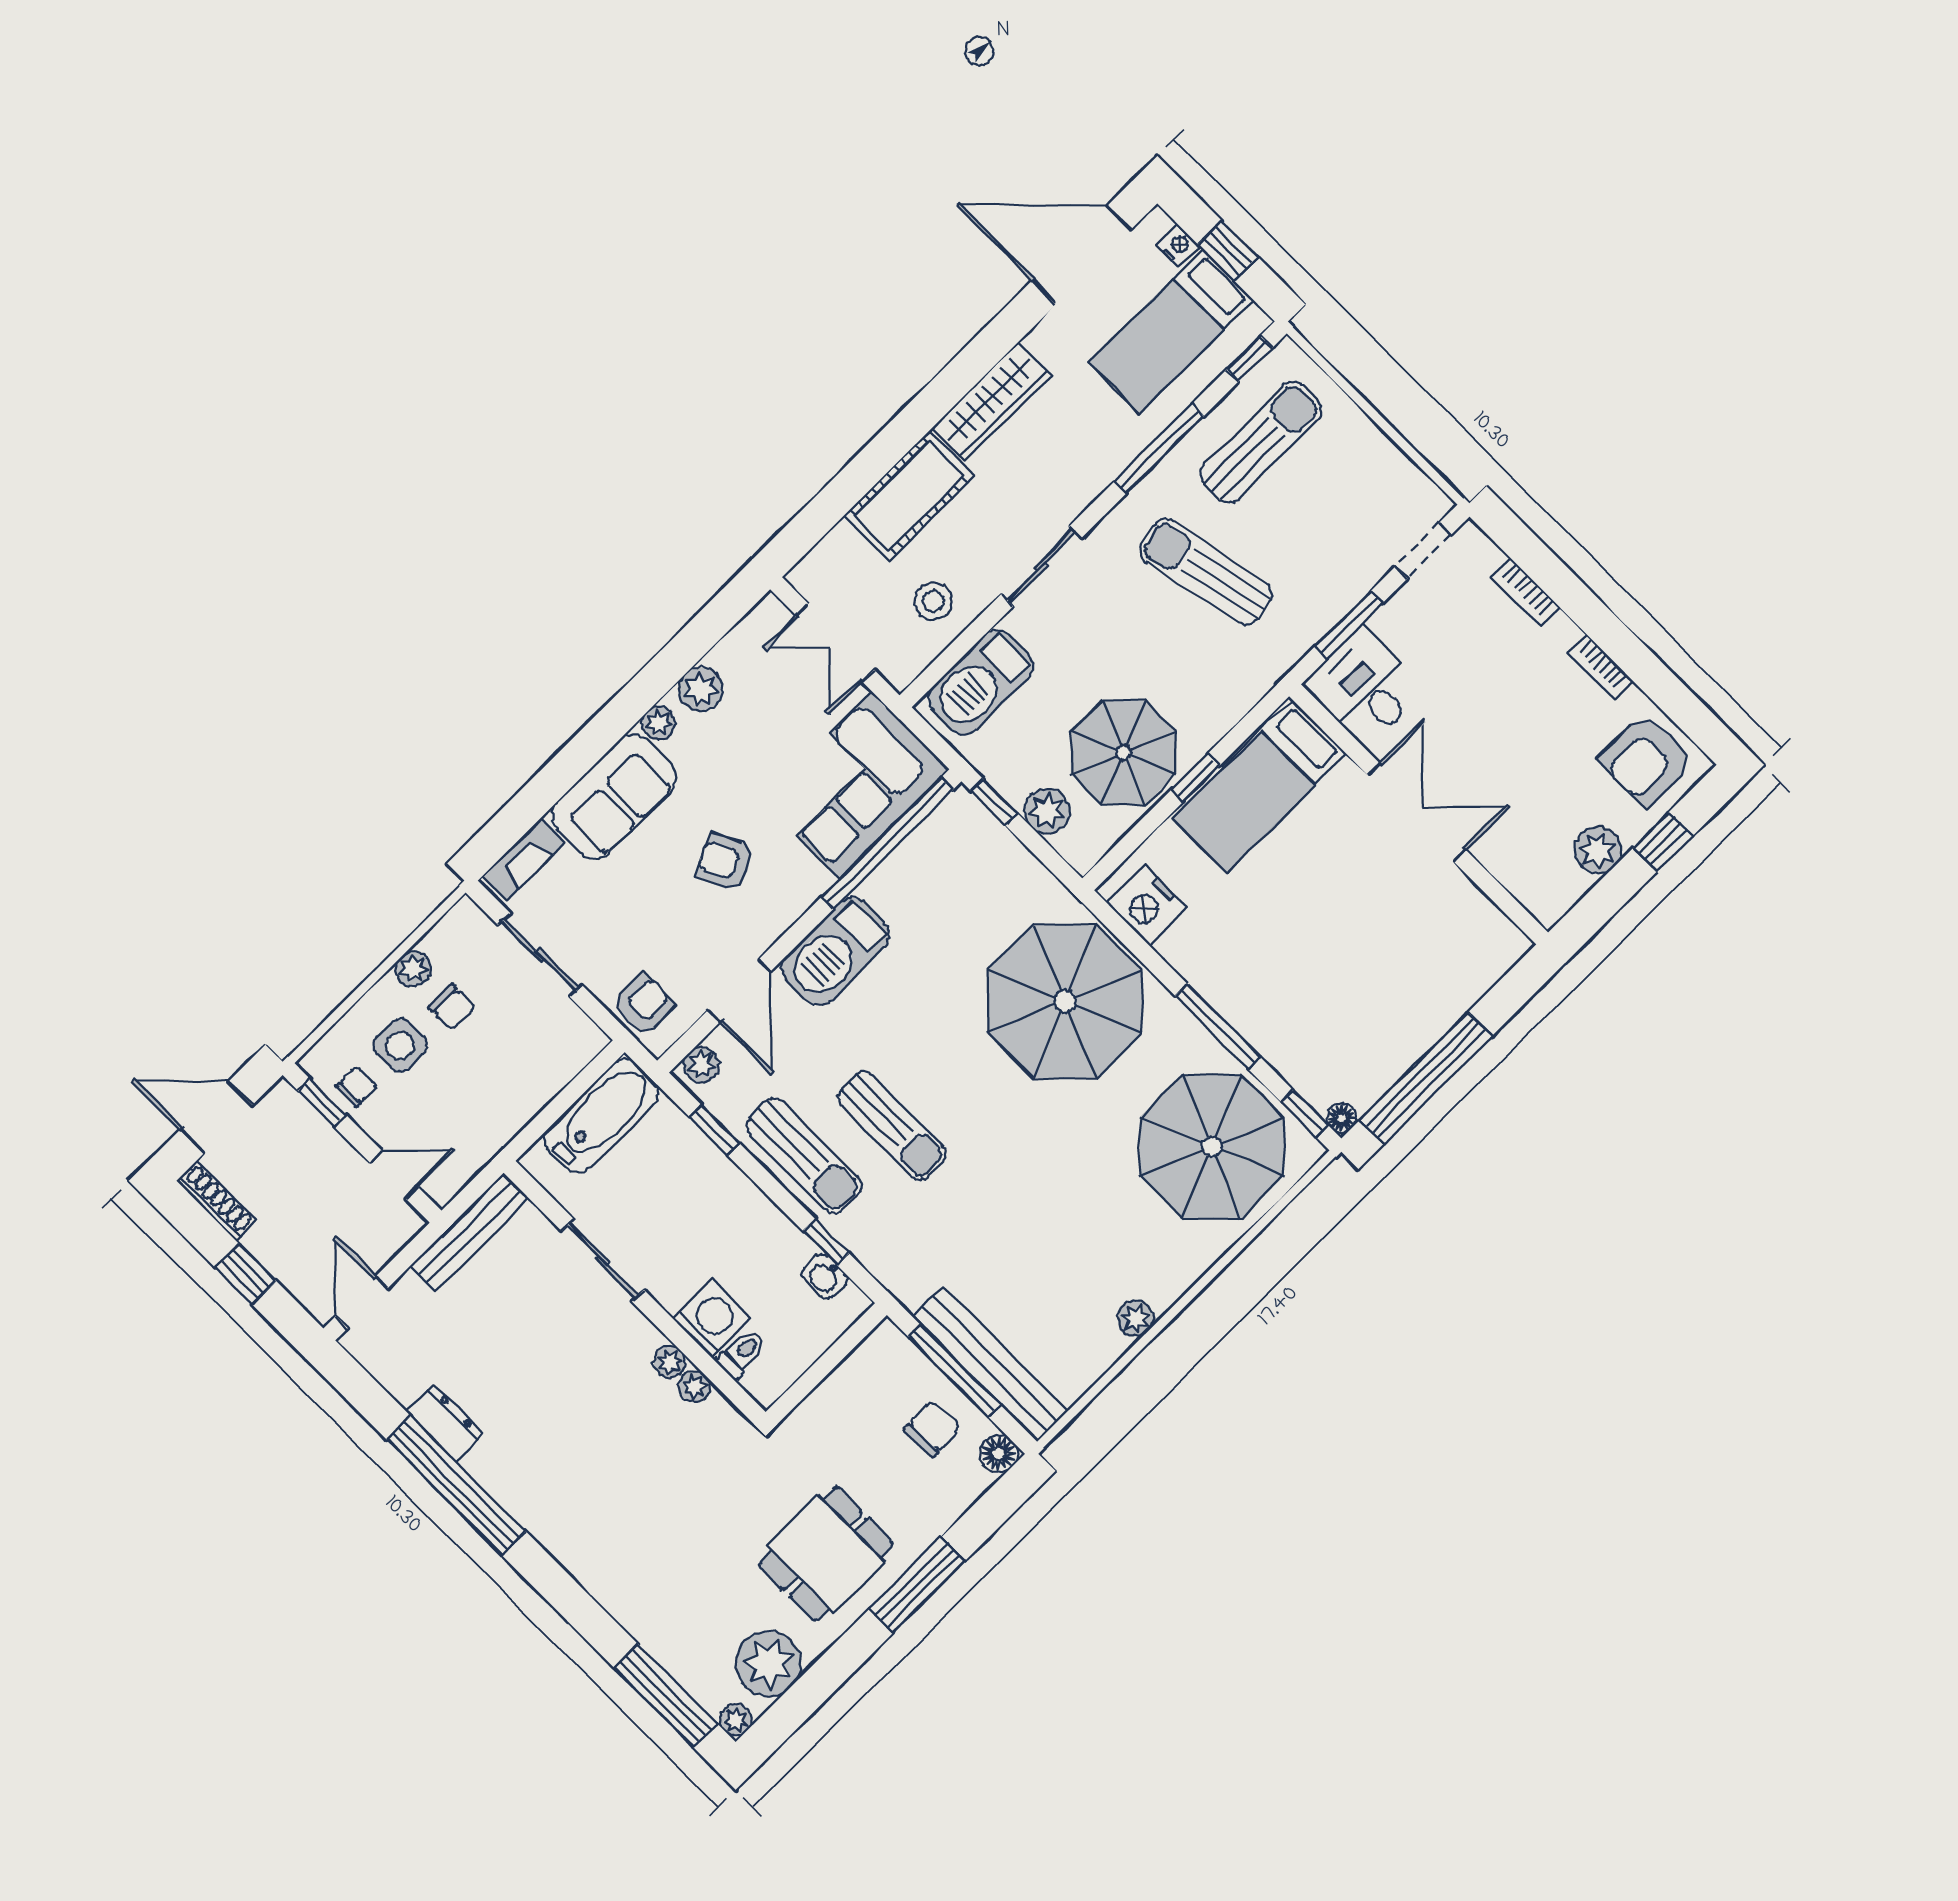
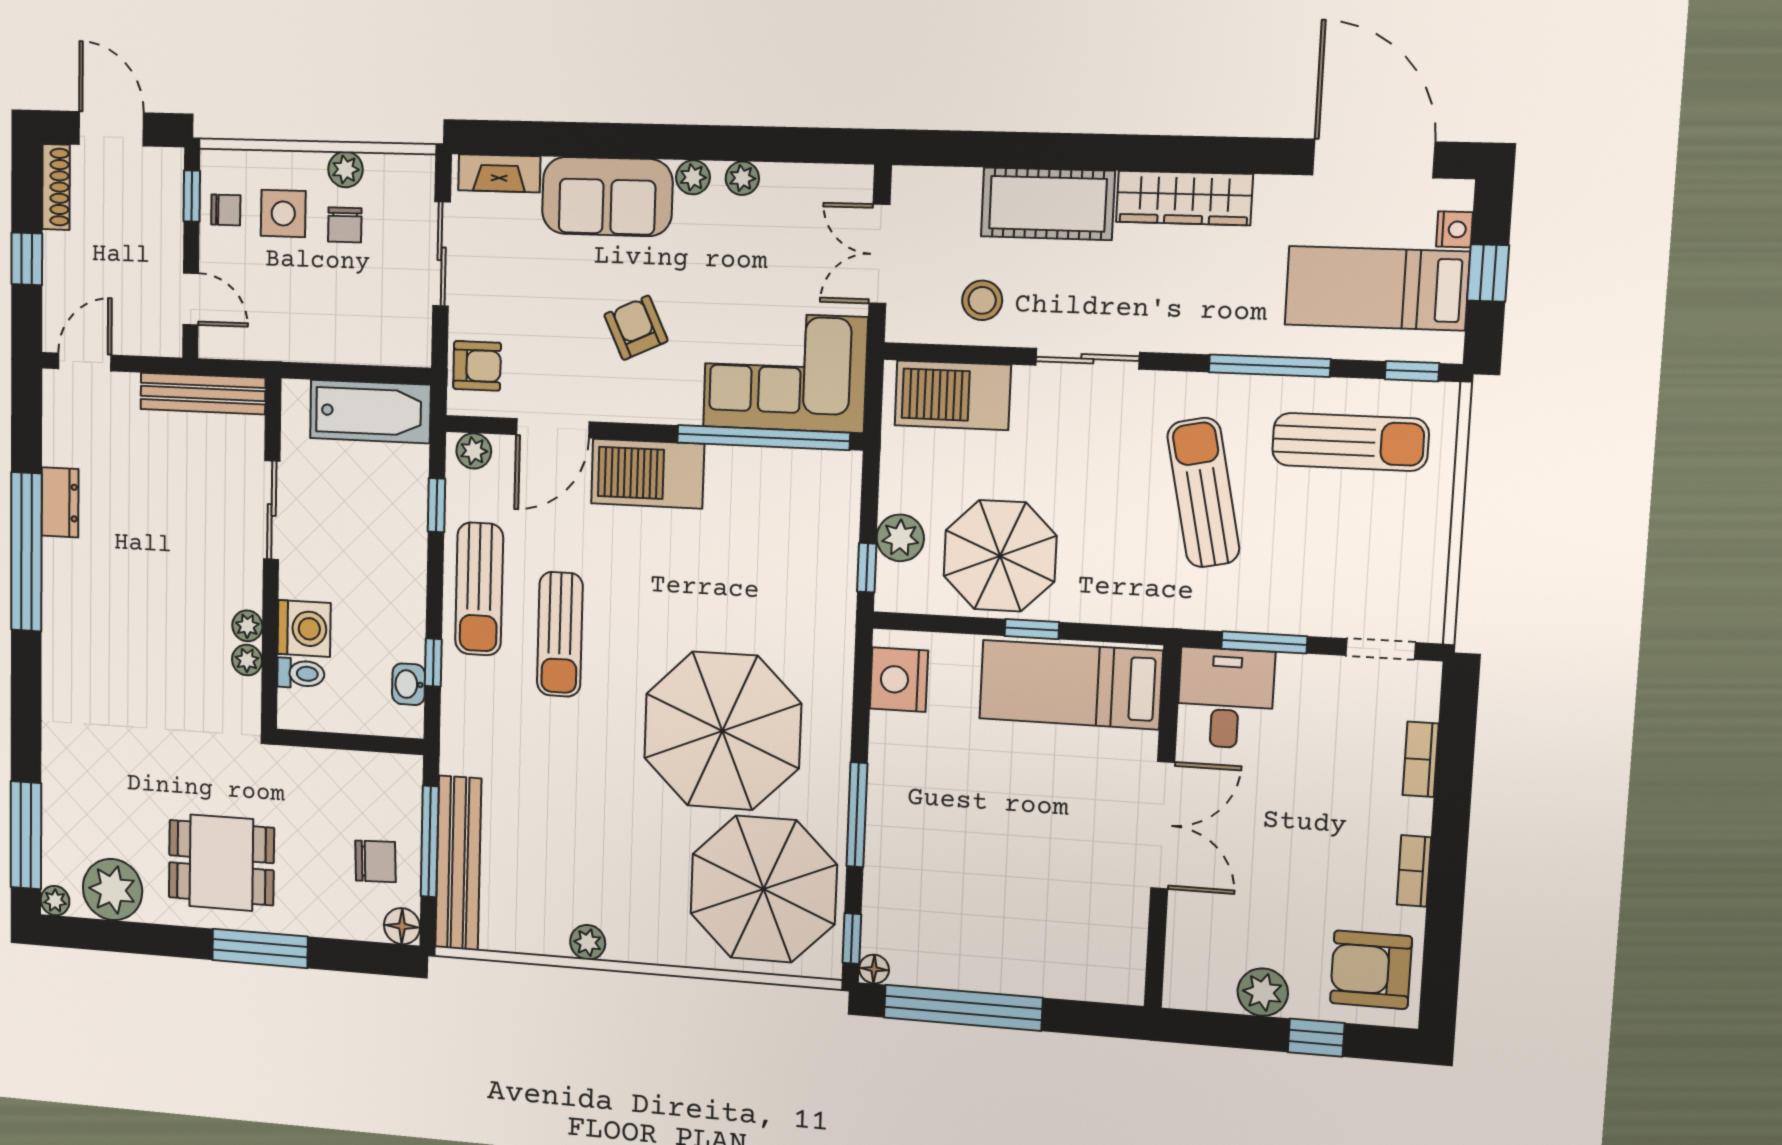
plant: (701, 689) -> (742, 178), width x0.73, depth x0.73
window: (994, 802) -> (867, 568), moved
parasol: (1065, 1002) -> (722, 731), moved

